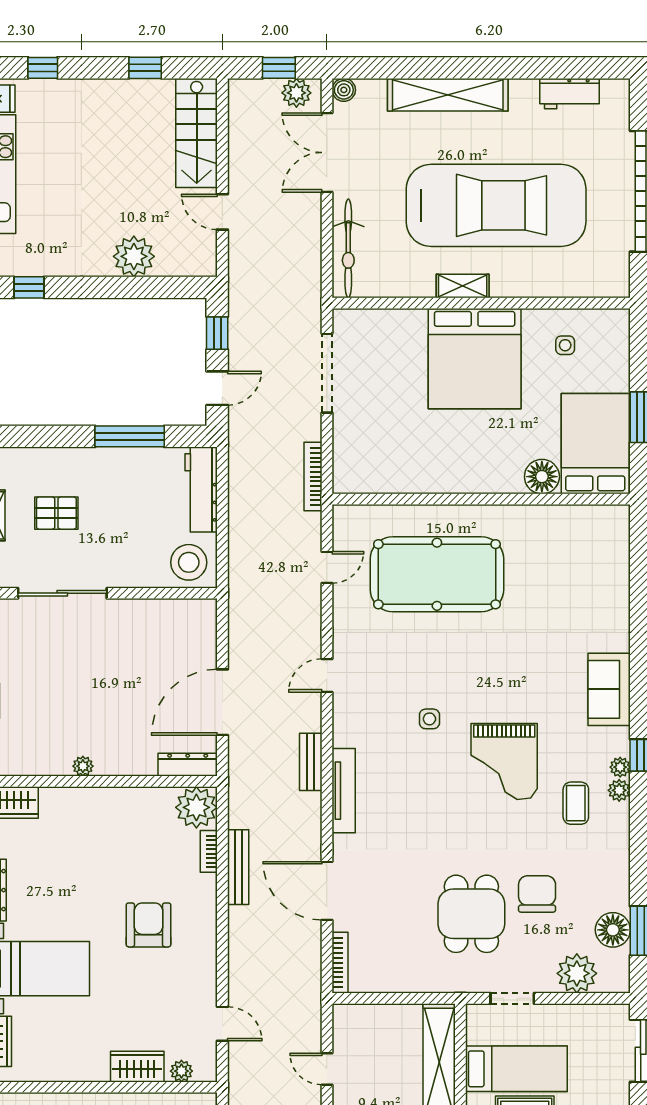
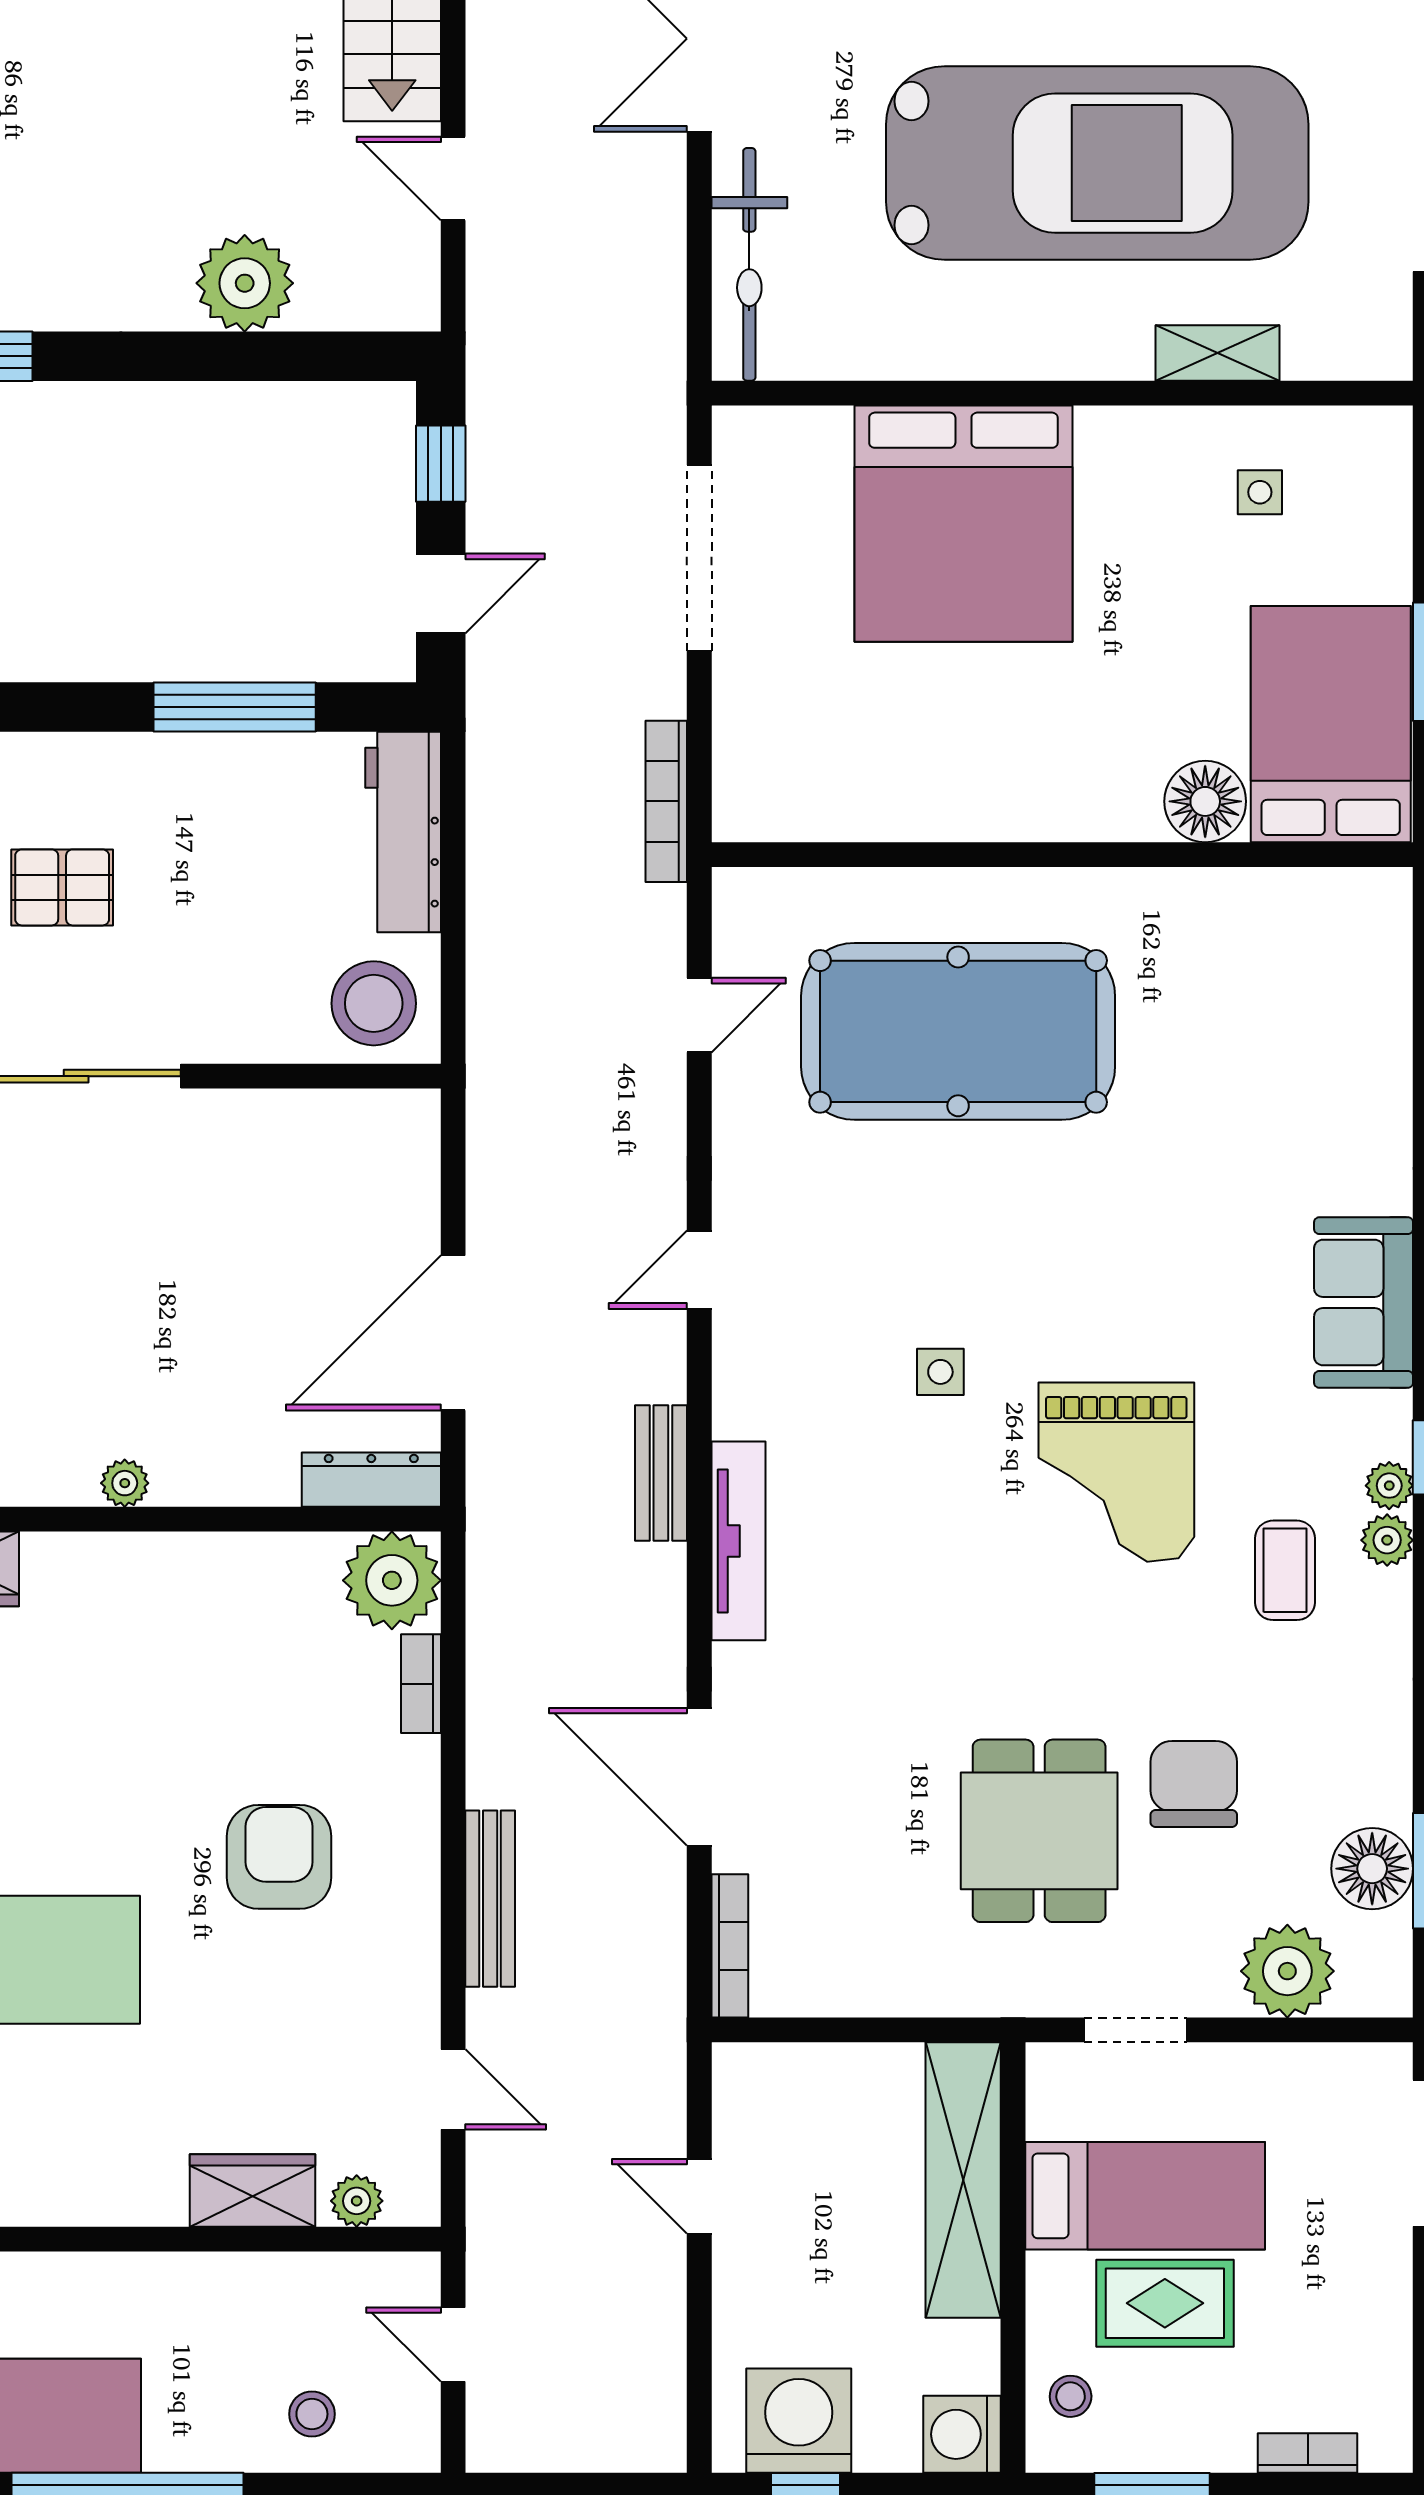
shelving: (463, 286) -> (1218, 353), moved
bed: (475, 359) -> (963, 524), moved
bench: (238, 867) -> (490, 1899), moved

